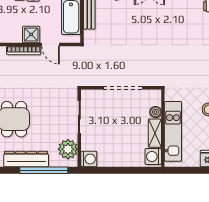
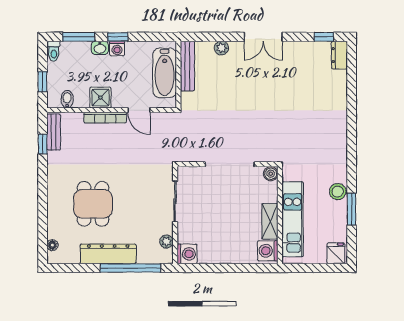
shower: (31, 34) -> (100, 98), moved
boiler: (156, 112) -> (271, 174), moved
plant: (68, 149) -> (166, 242), width x0.53, depth x0.53

